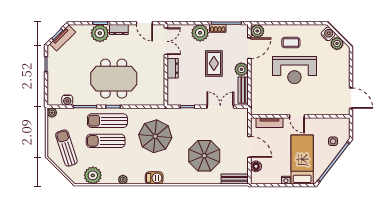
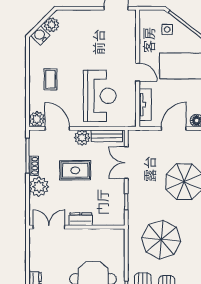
door: (144, 23) -> (28, 252), removed
reception desk: (294, 70) -> (100, 96), moved
door: (297, 116) -> (138, 72), hinge flipped

